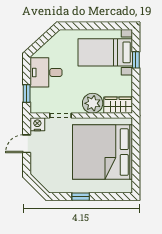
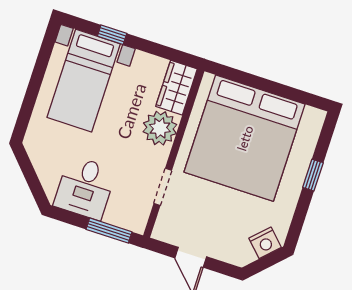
window: (27, 94) -> (109, 231), width x1.50
nightstand: (37, 124) -> (265, 243), moved, turned -135
window: (81, 197) -> (313, 175), moved

